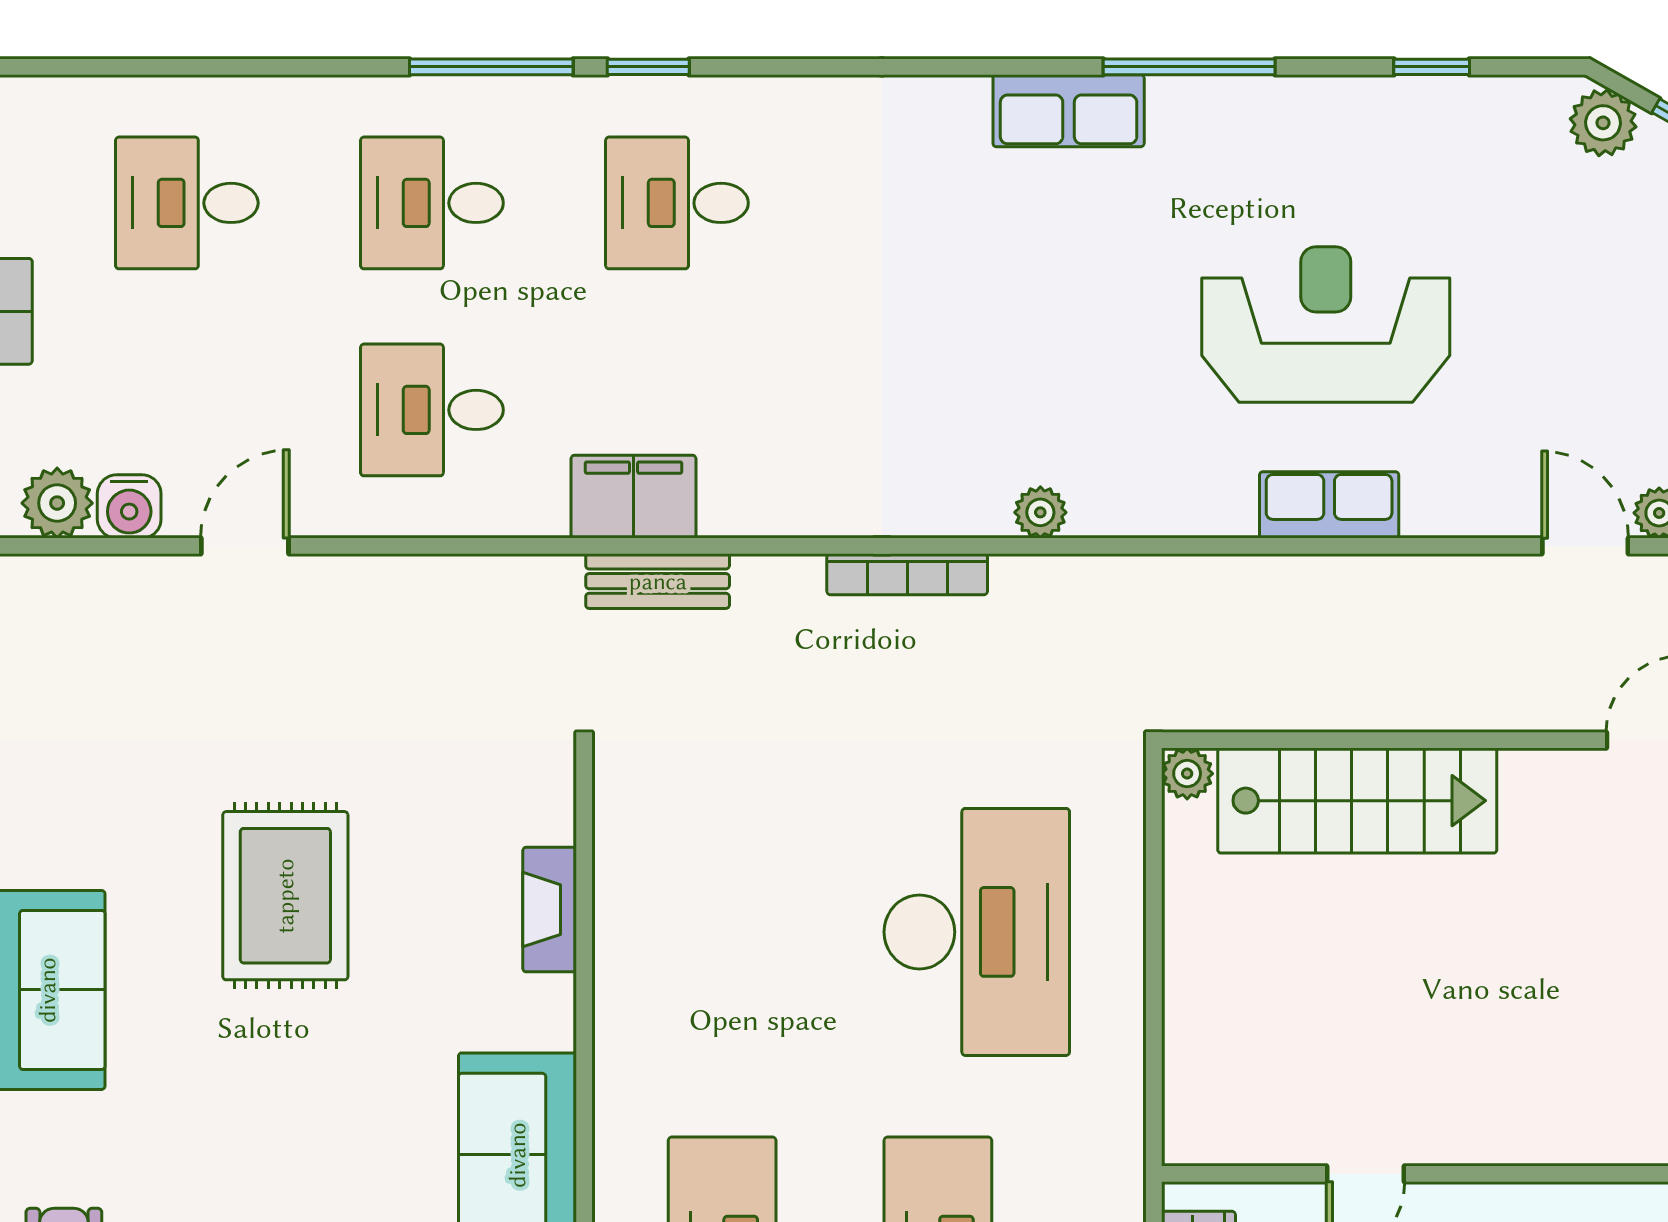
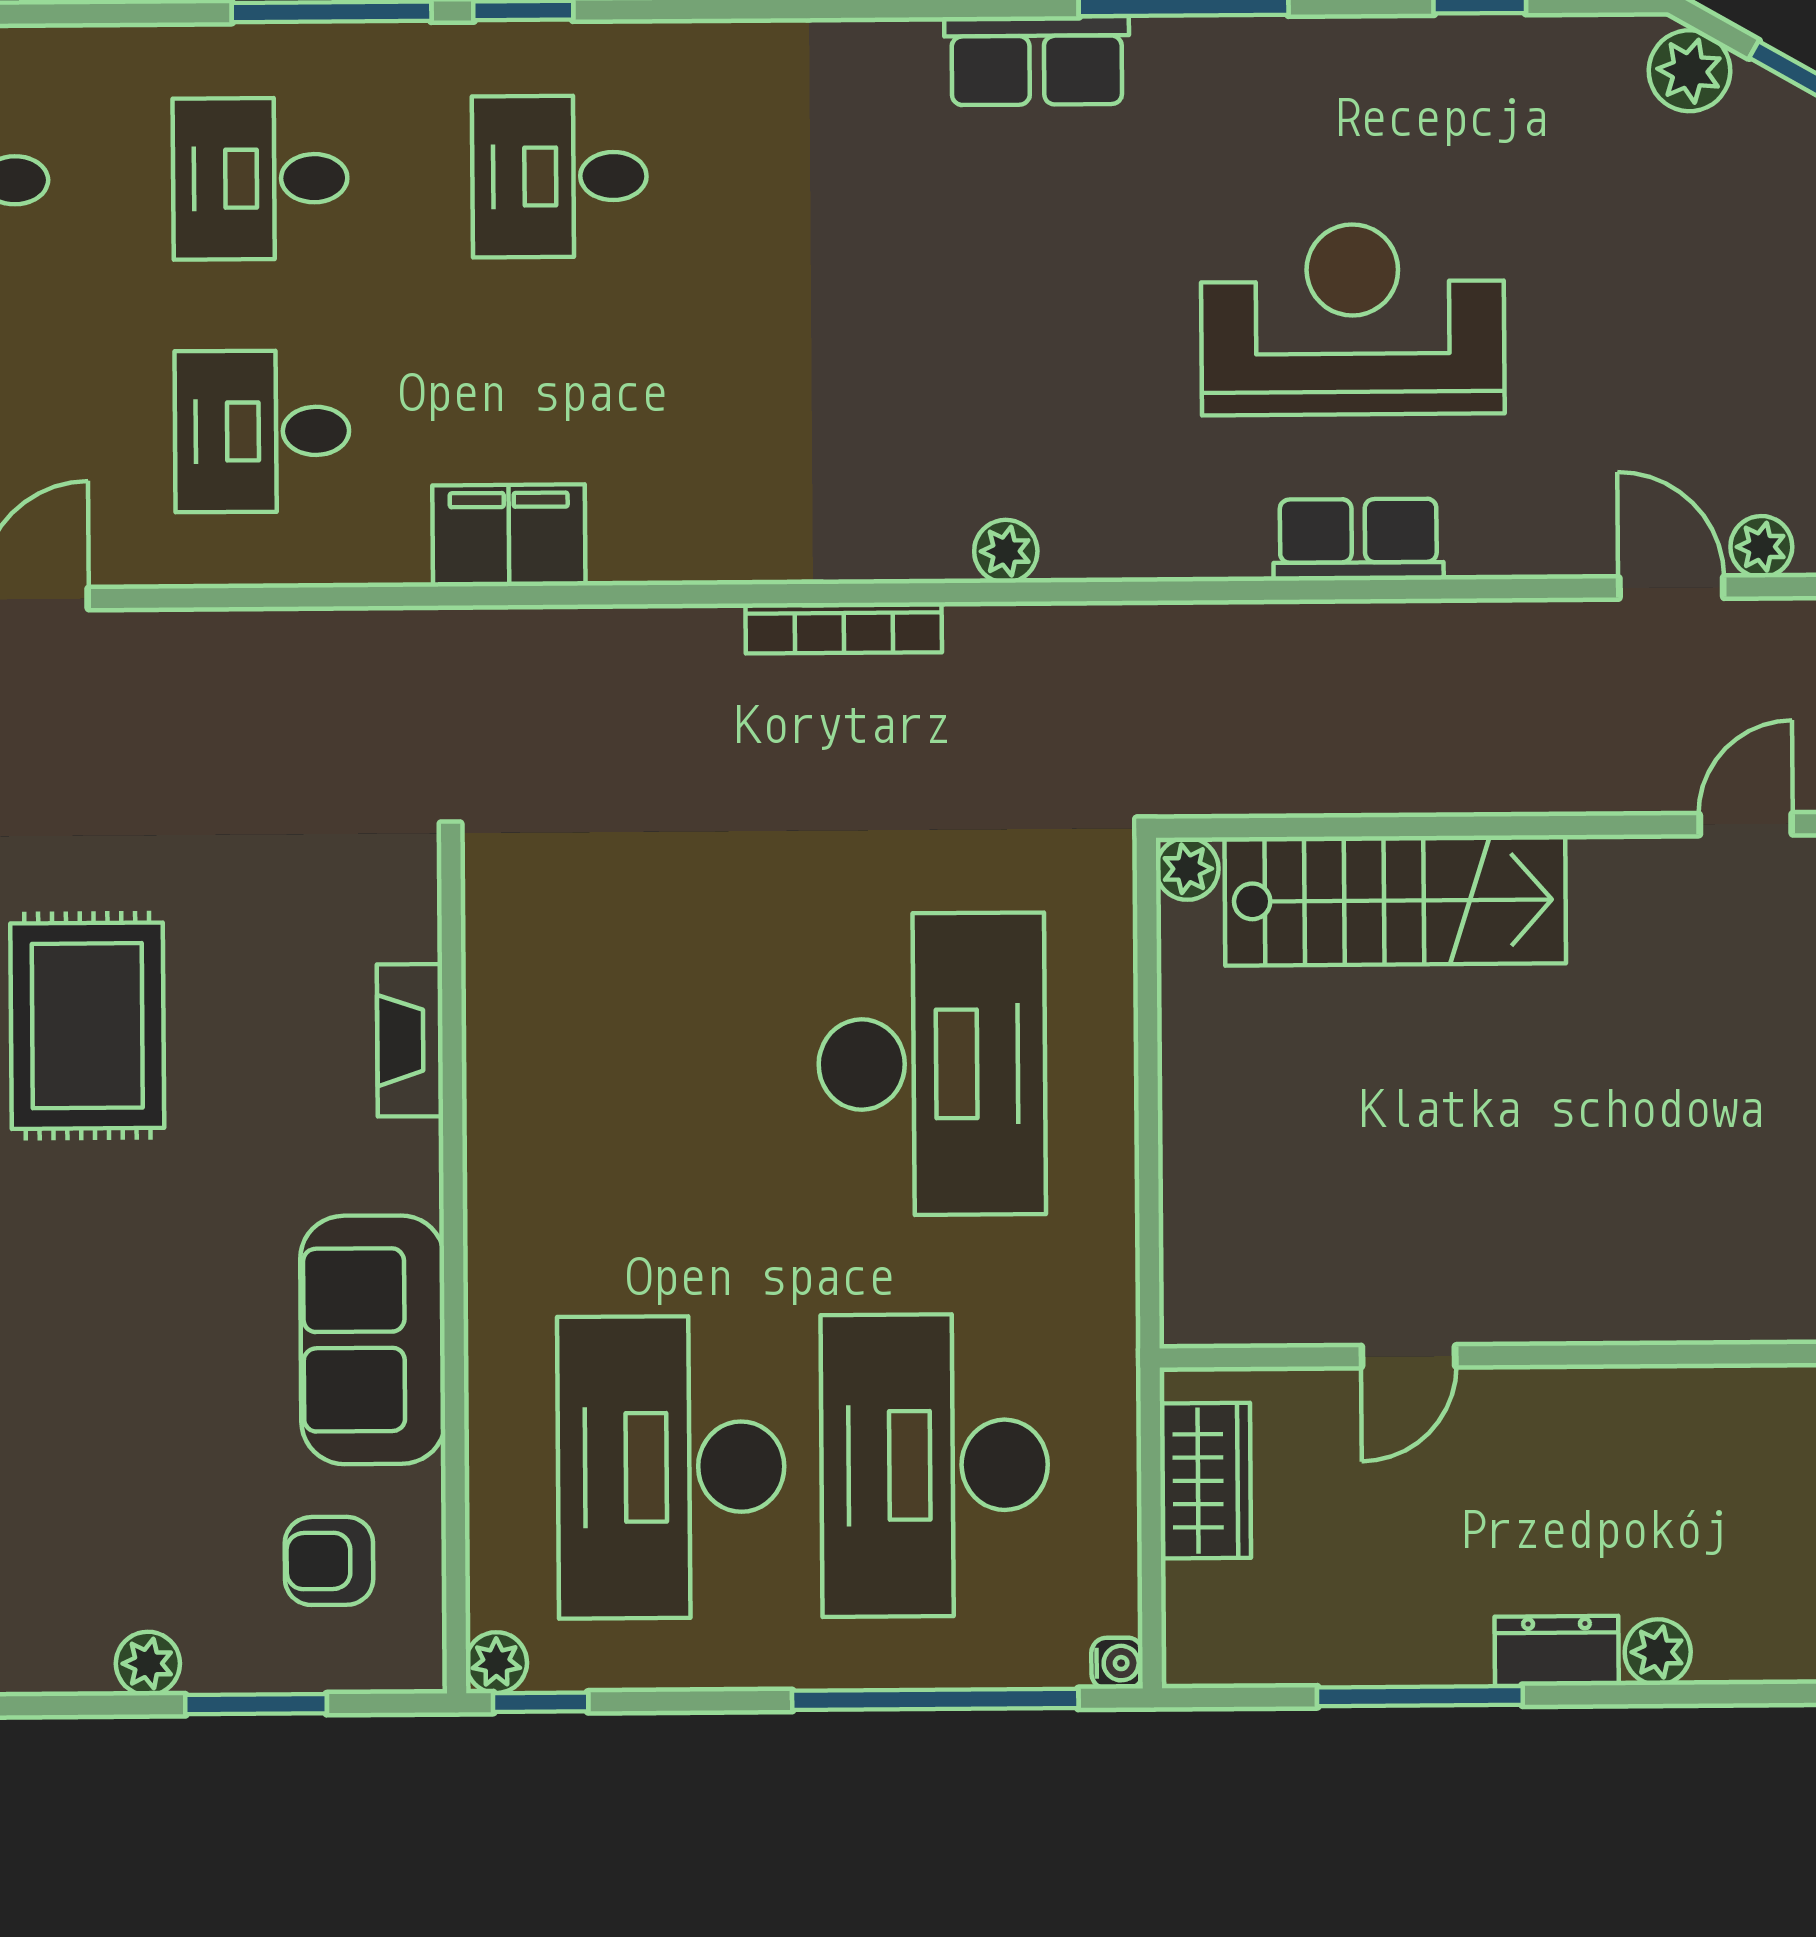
bench: (658, 581) -> (539, 638), removed

